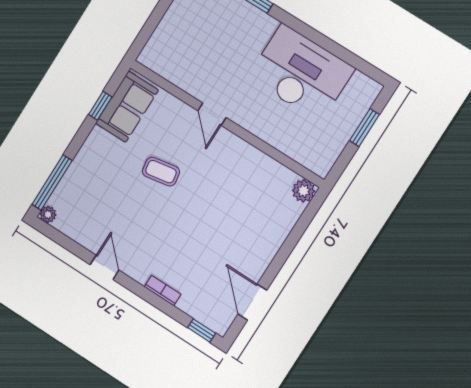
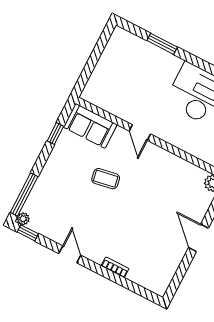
sofa: (127, 107) -> (90, 126), moved, turned 90
door: (252, 302) -> (199, 238), moved
window: (202, 330) -> (28, 233), moved

